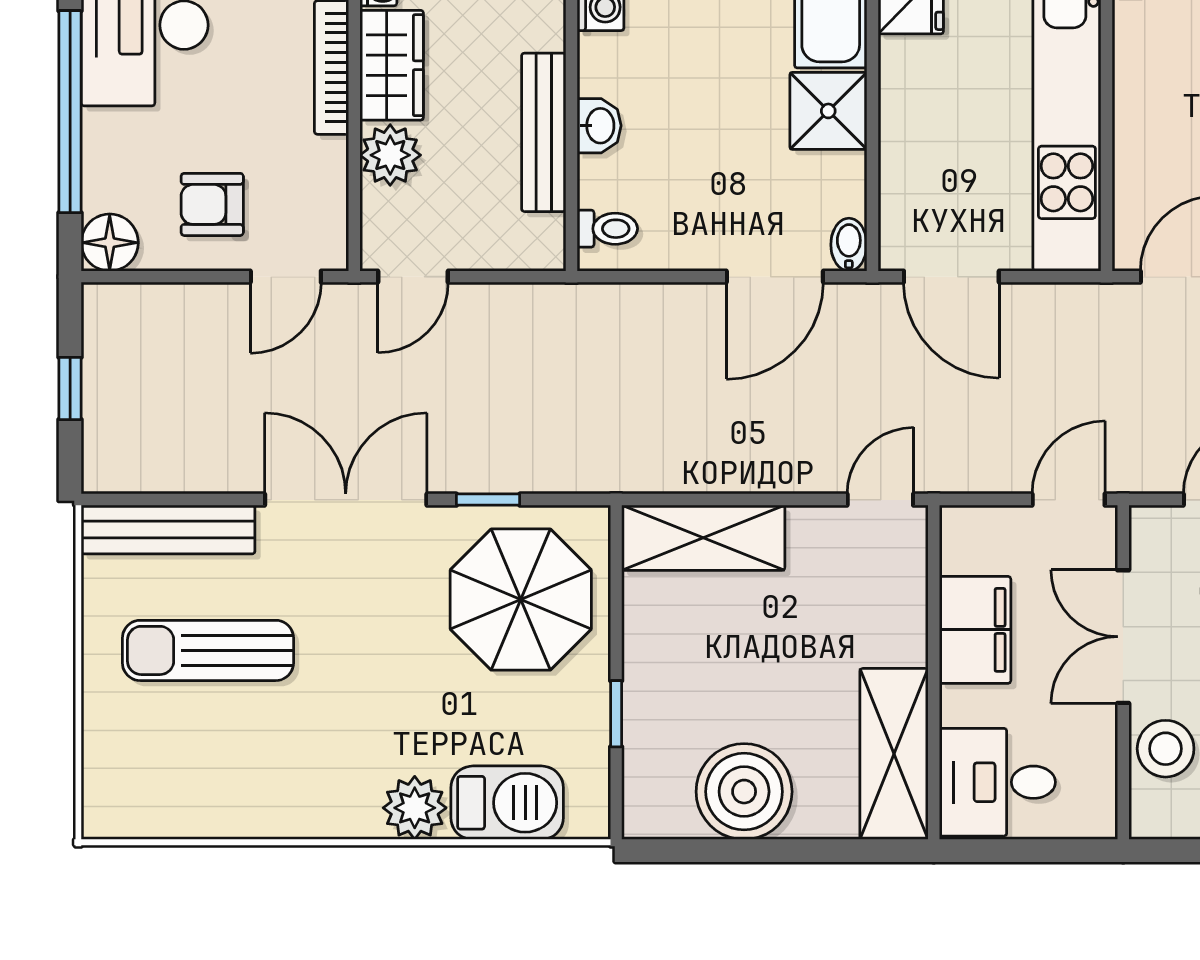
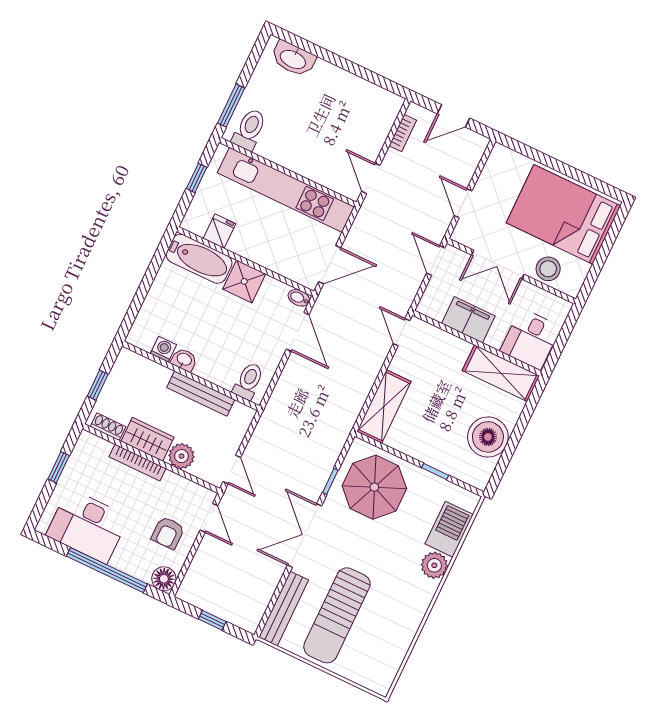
washbasin: (599, 126) -> (184, 360), moved
toilet: (607, 229) -> (248, 381), width x1.37, depth x1.39
sun lounger: (208, 650) -> (337, 615), width x1.36, depth x1.34

